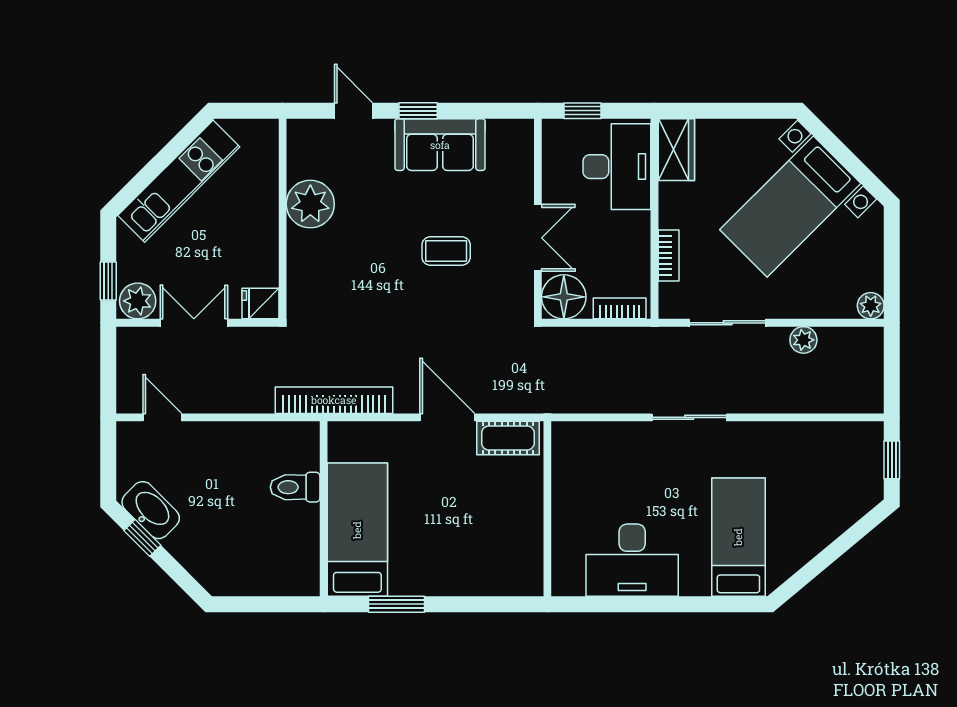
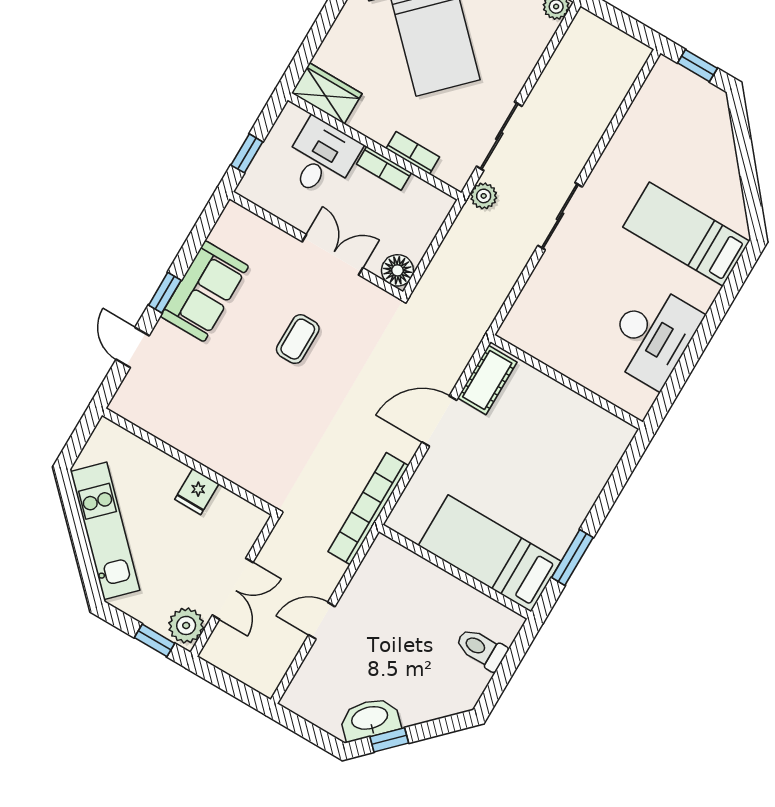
door: (353, 111) -> (133, 348), hinge flipped
desk: (617, 167) -> (321, 158), width x0.73
plant: (310, 204) -> (190, 431), removed
floor lamp: (564, 297) -> (397, 270), width x0.73, depth x0.73
fridge: (260, 304) -> (197, 492), moved
bookcase: (620, 308) -> (384, 168), moved, turned -90
double door: (194, 323) -> (233, 589), swing flipped
plant: (803, 340) -> (484, 196), moved
door: (162, 417) -> (322, 621), moved
toilet: (295, 487) -> (481, 649), moved, turned 90

